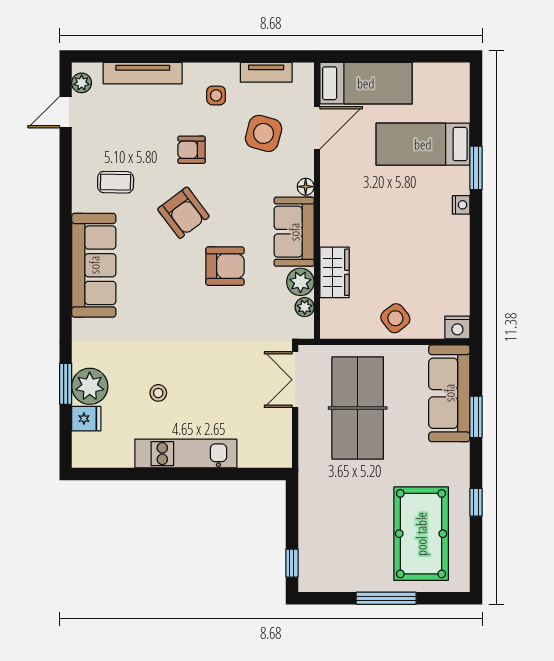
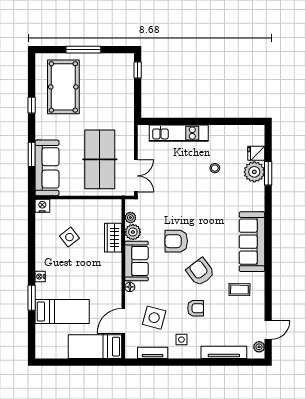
side table: (395, 318) -> (69, 237), moved
kitchen unit: (186, 454) -> (179, 133), moved

